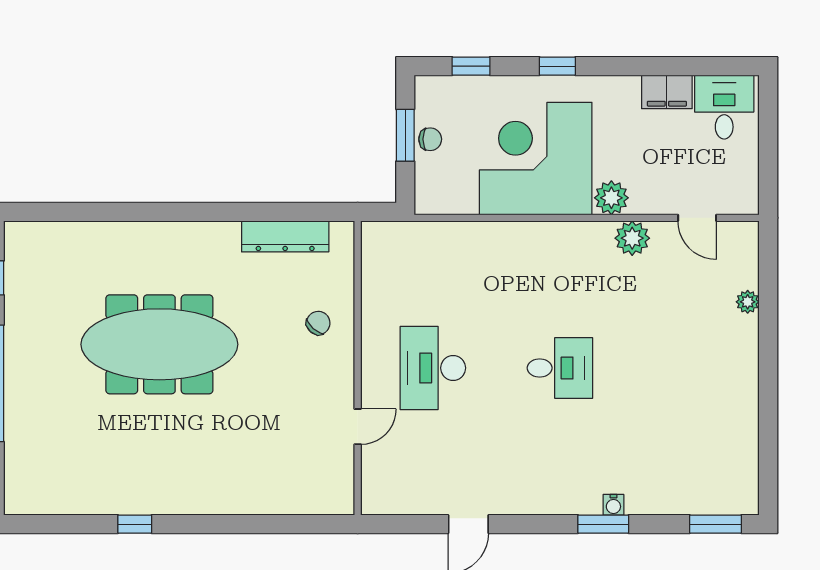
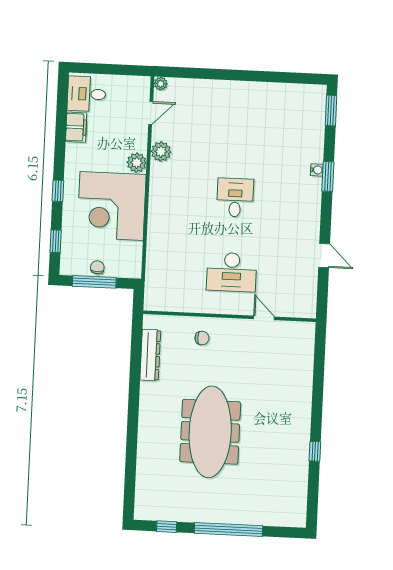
window: (405, 135) -> (94, 282), width x1.44
plant: (748, 302) -> (161, 84), moved
chair: (318, 323) -> (202, 338), turned 138

